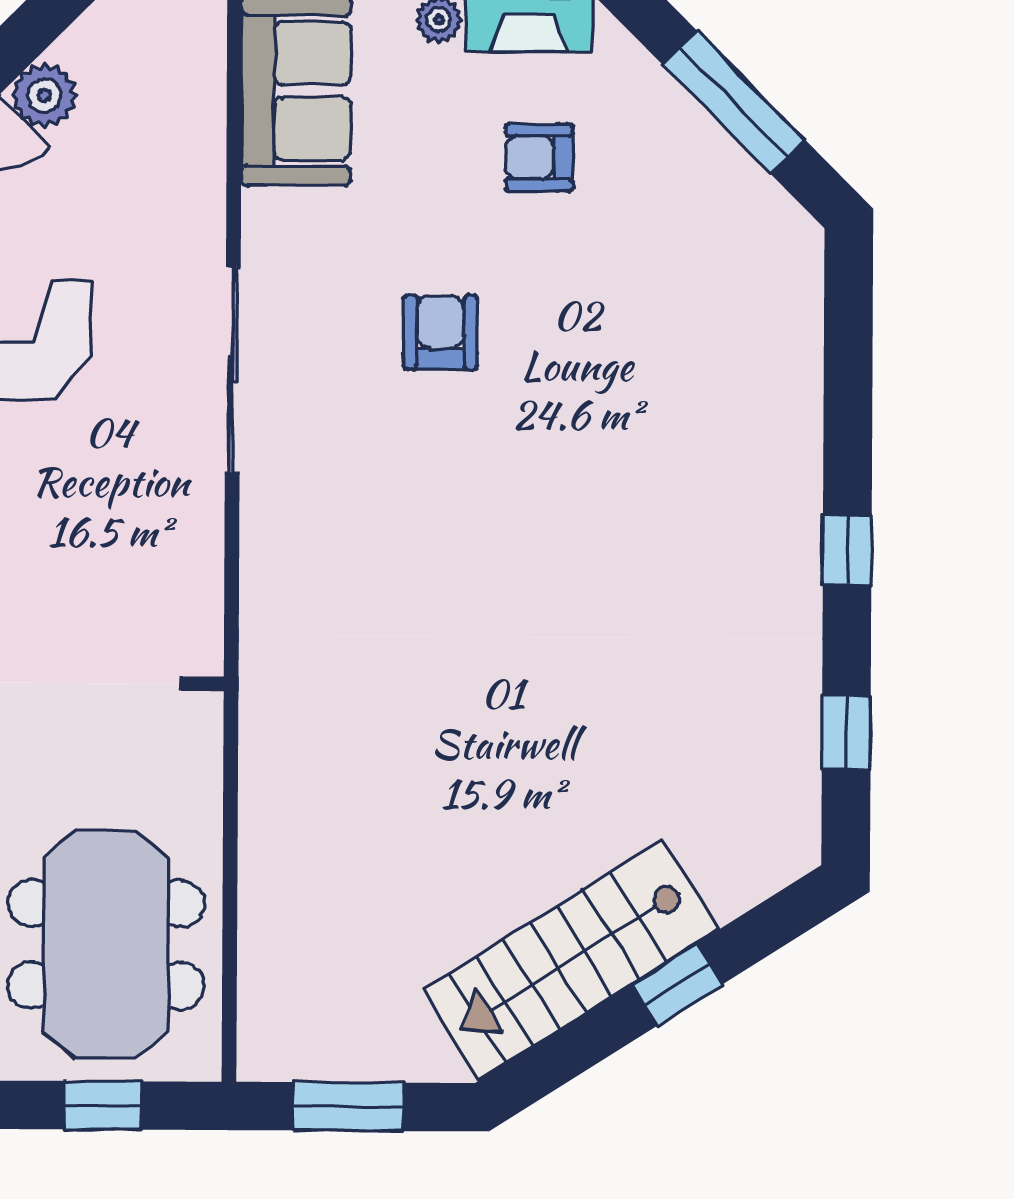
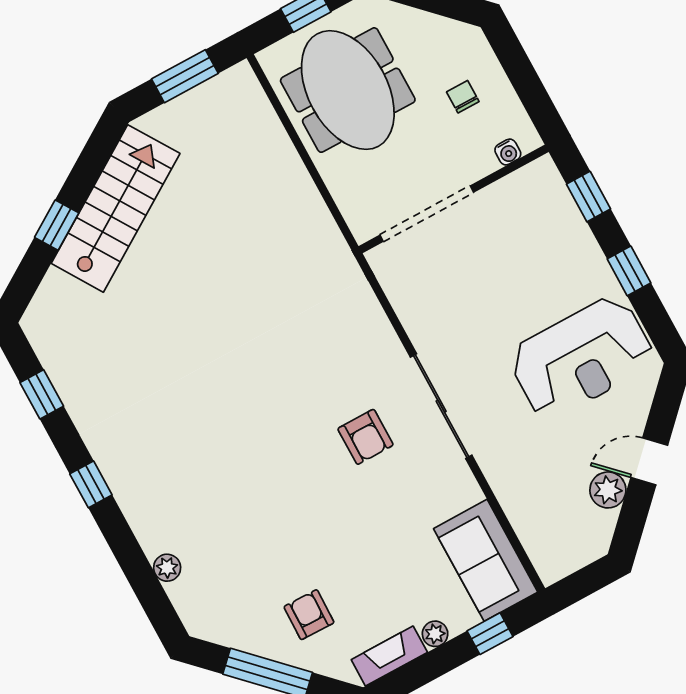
armchair: (539, 157) -> (309, 615), moved, turned -89
armchair: (440, 332) -> (366, 437), moved
plant: (800, 354) -> (167, 568), added

